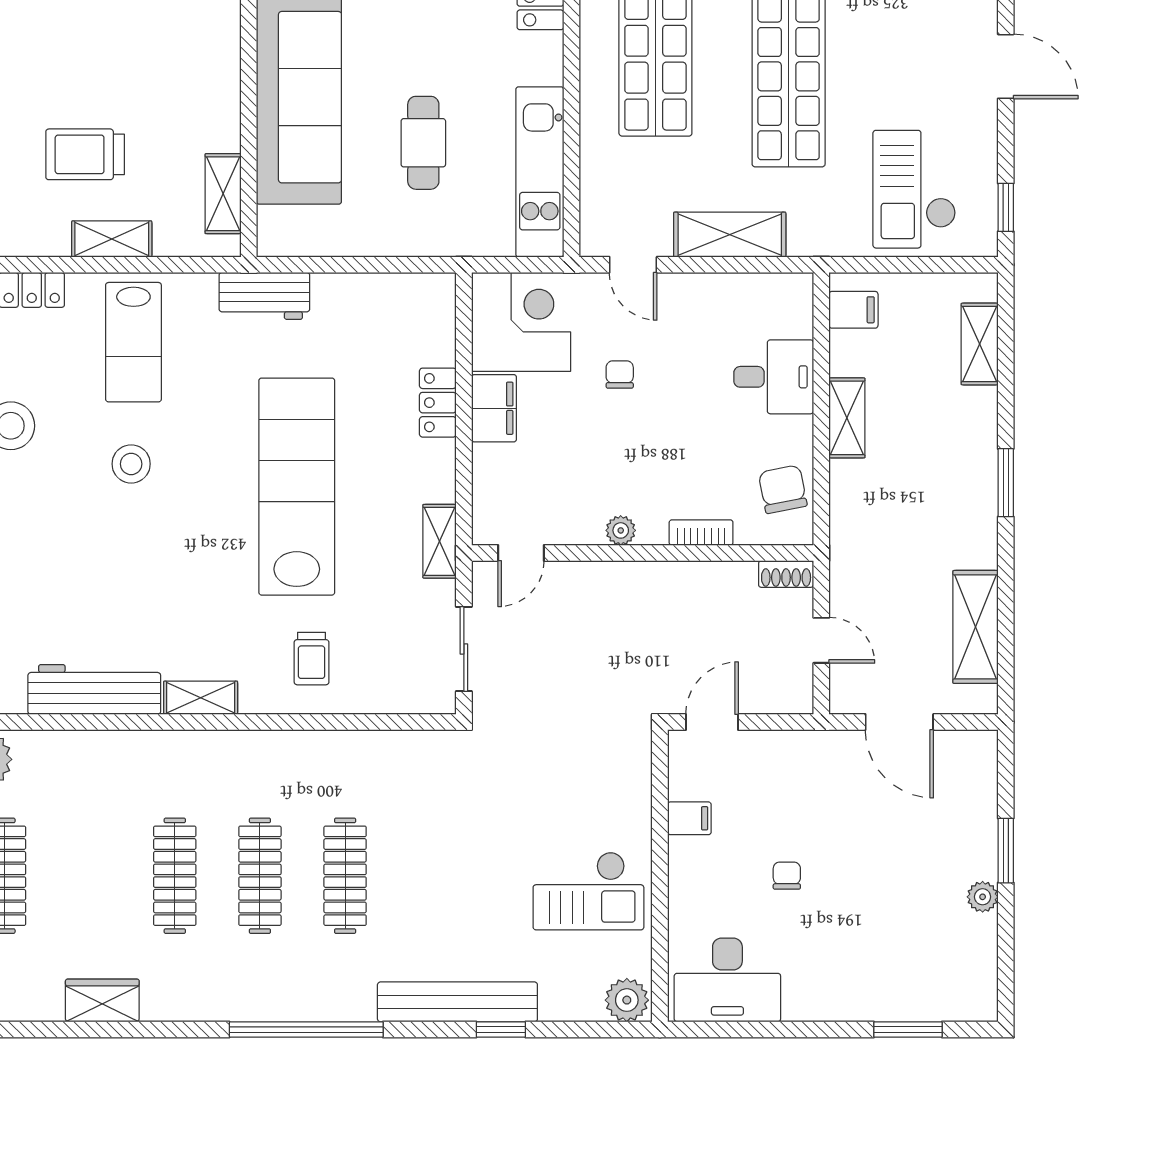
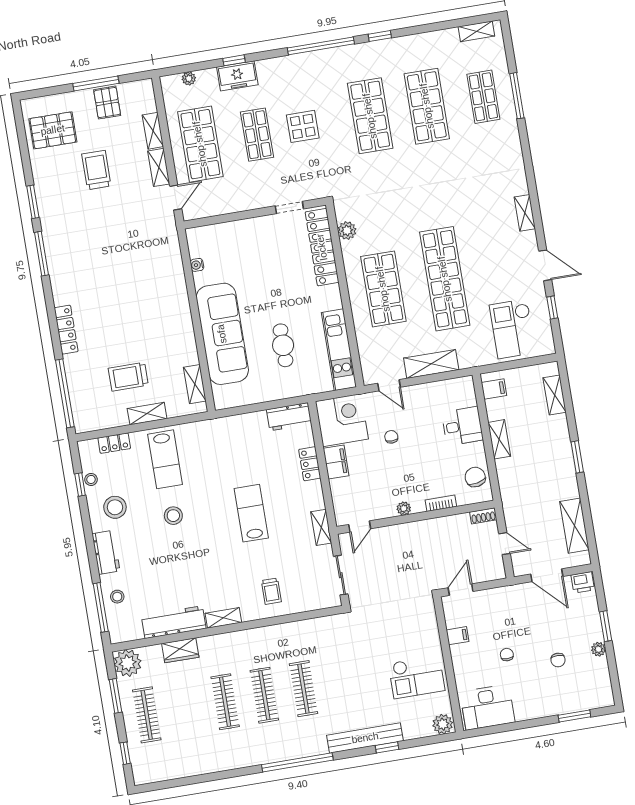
window: (1006, 207) -> (552, 308), moved
workbench: (264, 296) -> (289, 417), moved
lab bench: (297, 487) -> (251, 513), width x0.54, depth x0.72
printer: (973, 750) -> (583, 582), added
chair: (893, 905) -> (558, 660), added
wardrobe: (102, 1000) -> (180, 650), moved, turned 180

